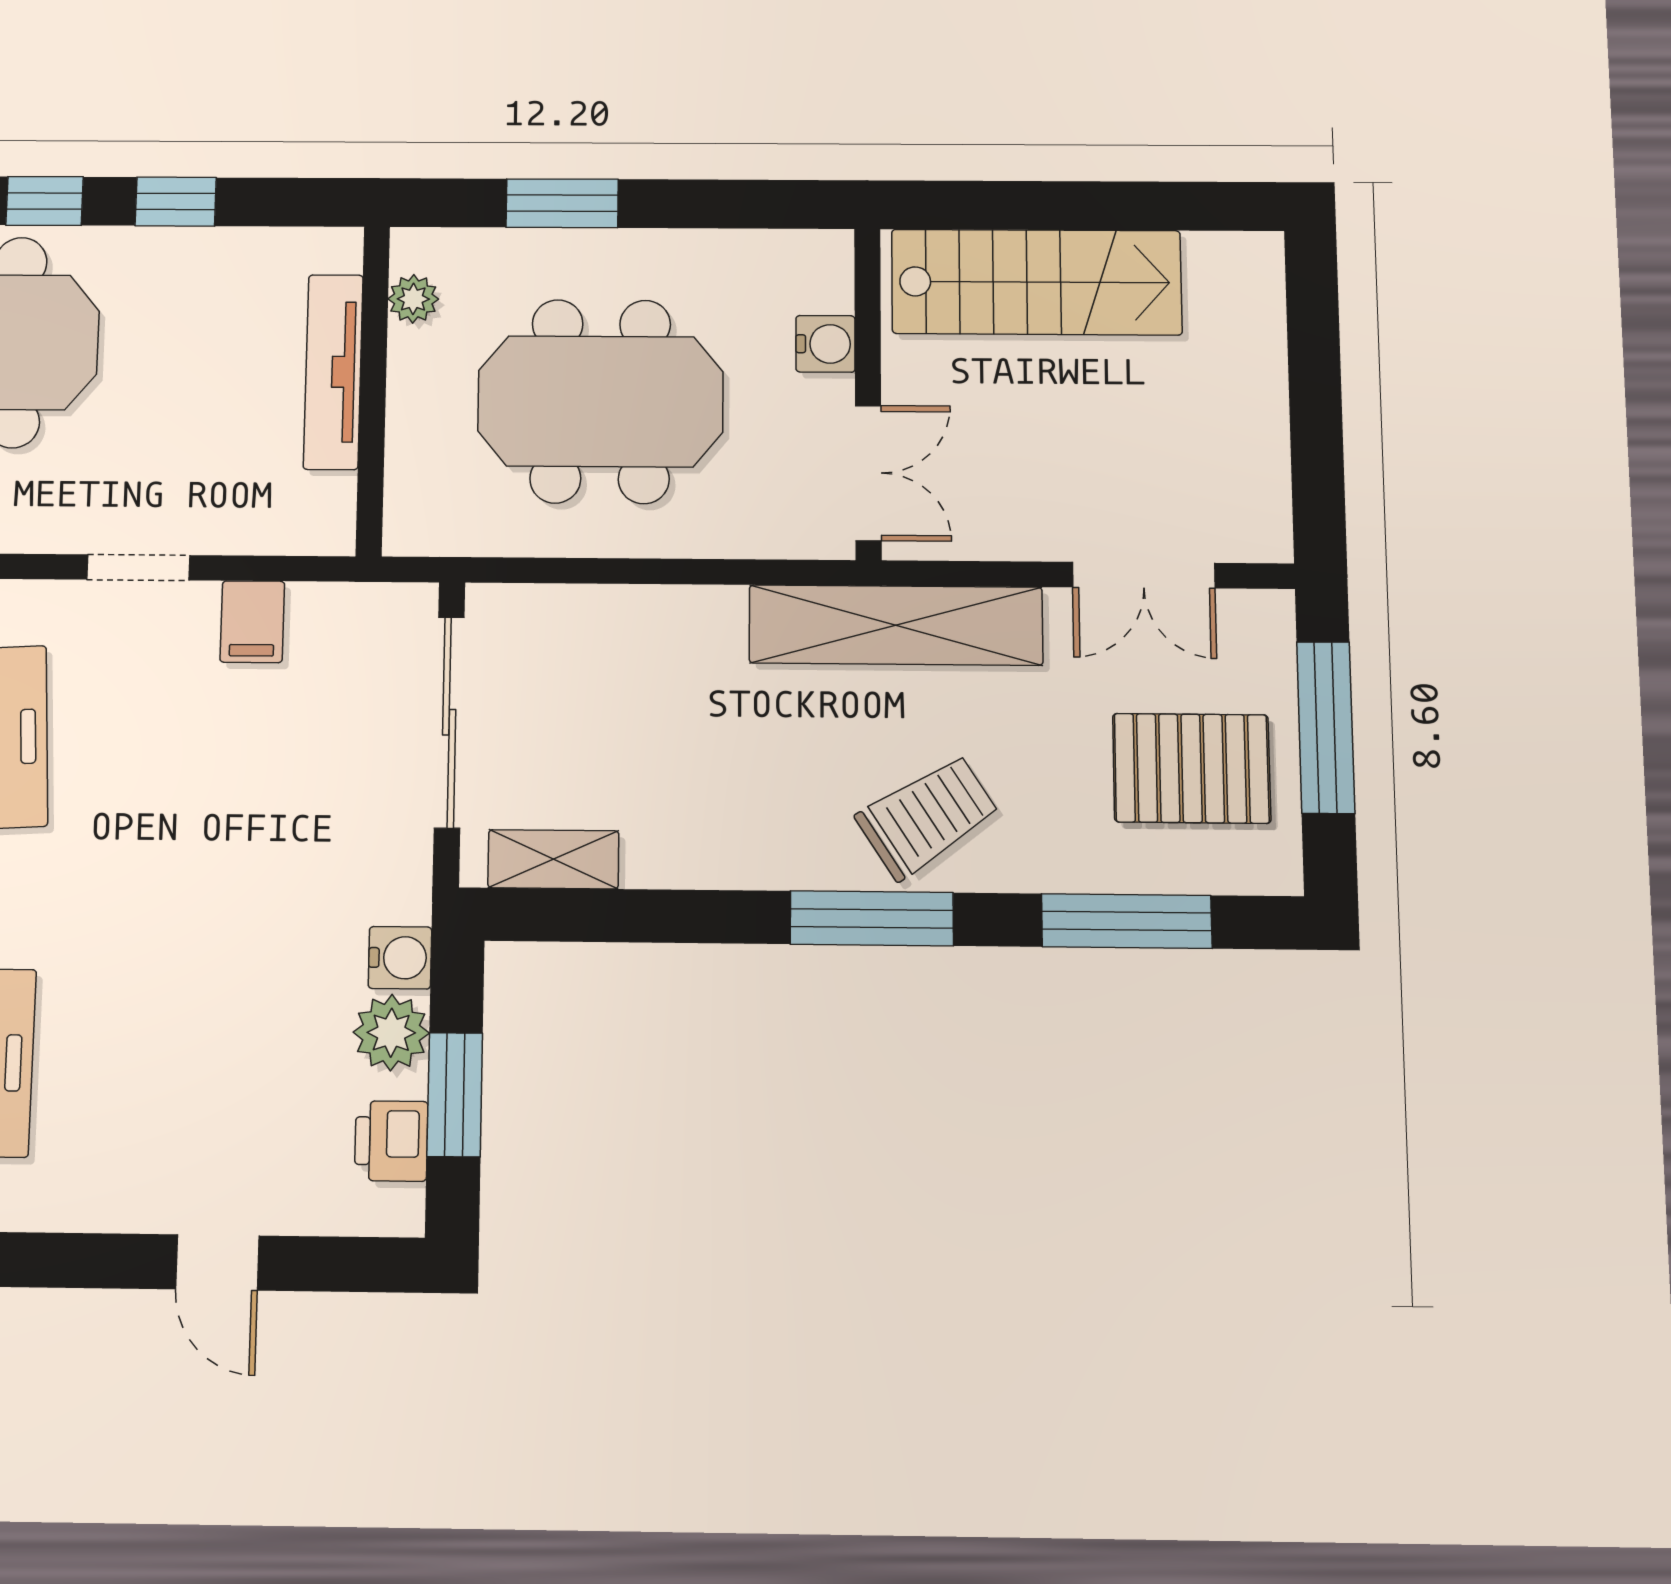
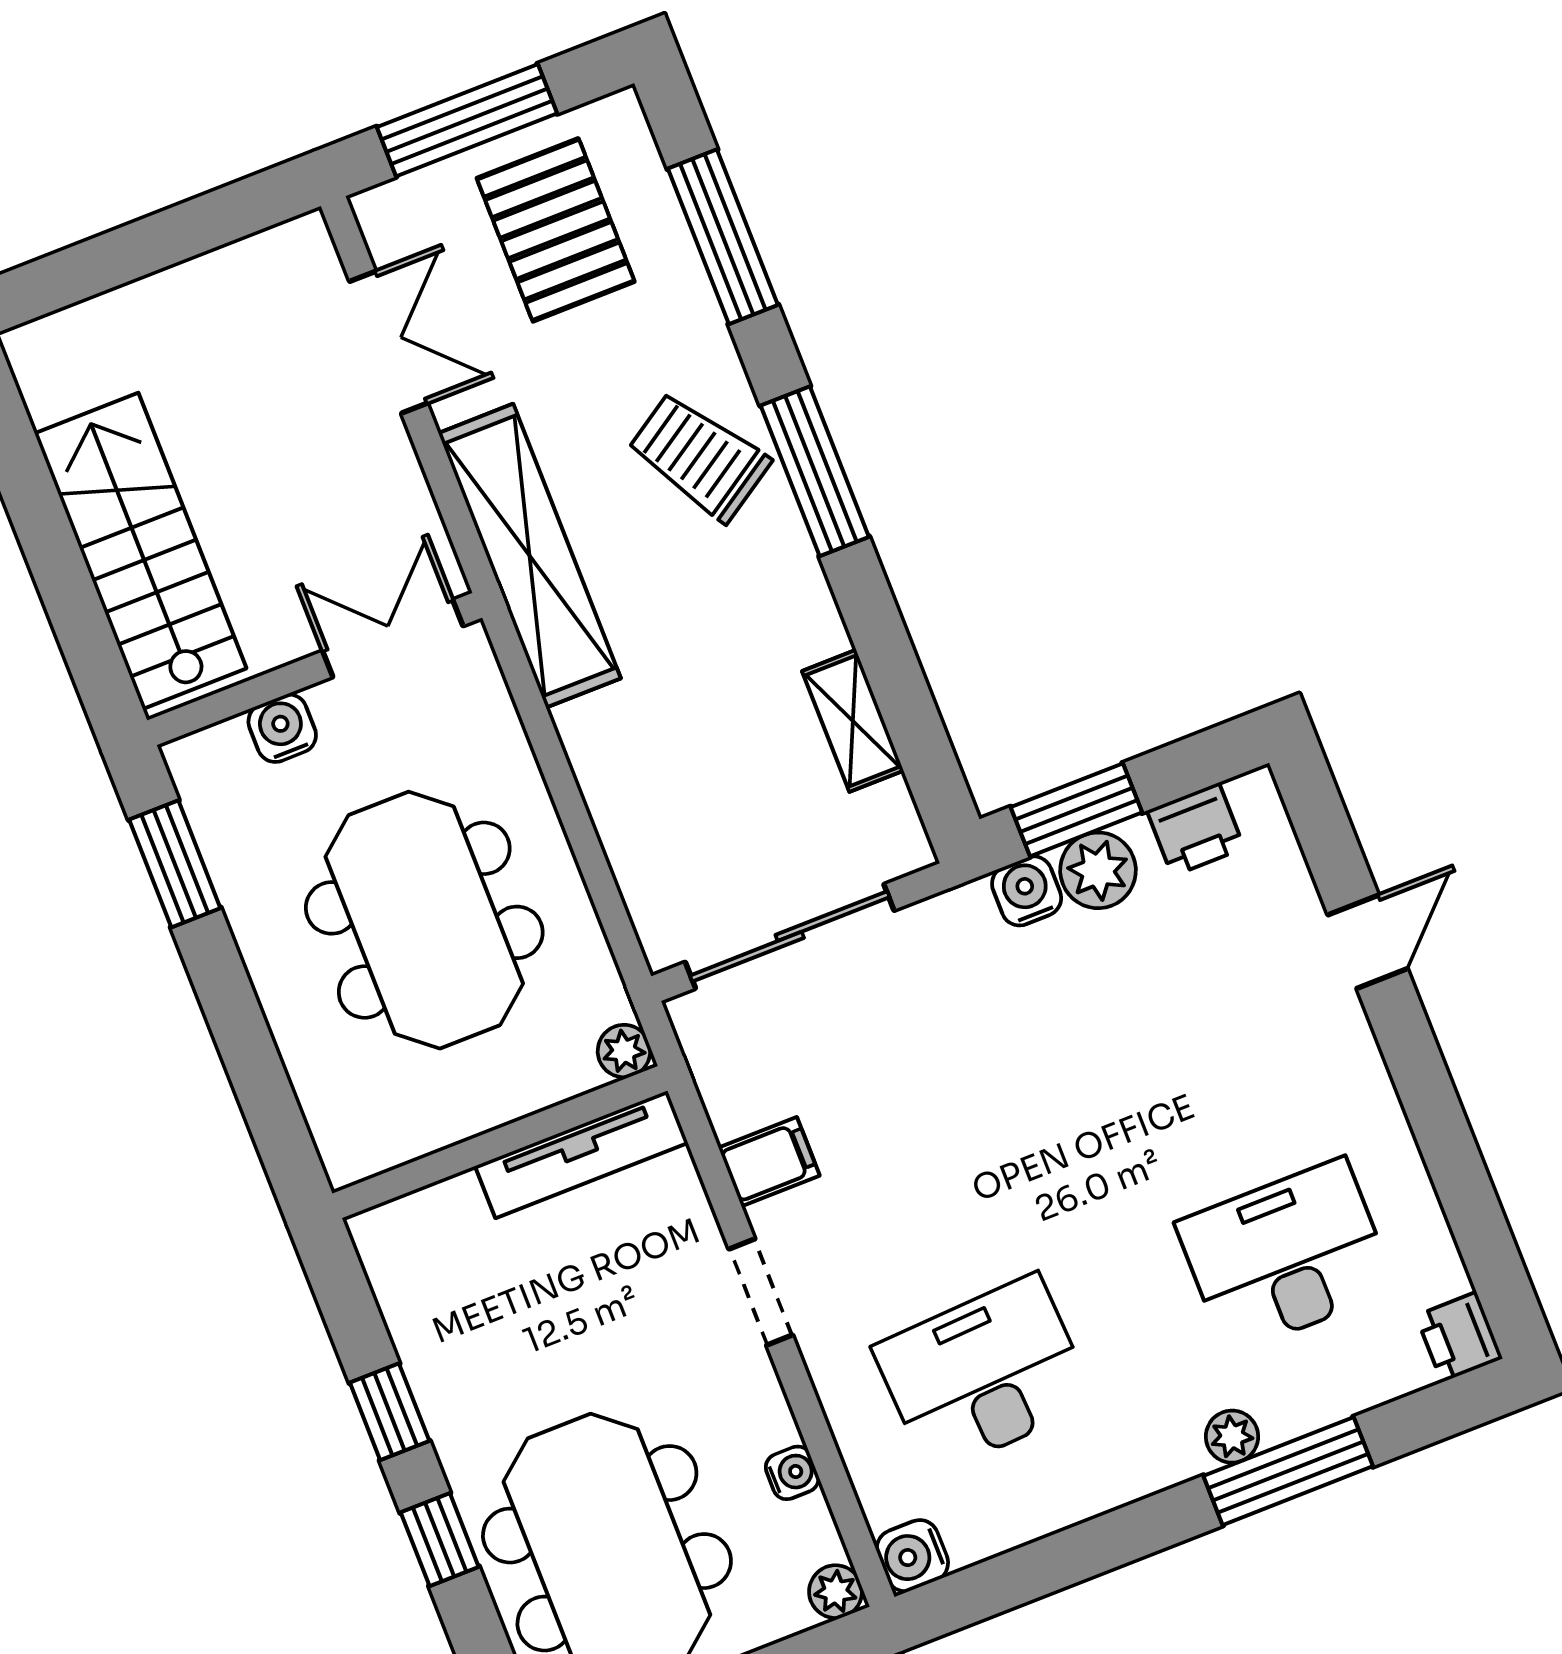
window: (562, 203) -> (175, 864), moved
plant: (413, 299) -> (624, 1051), moved
tv unit: (333, 372) -> (581, 1154), moved
shelving: (553, 859) -> (853, 721), moved
window: (455, 1095) -> (1076, 810), moved

